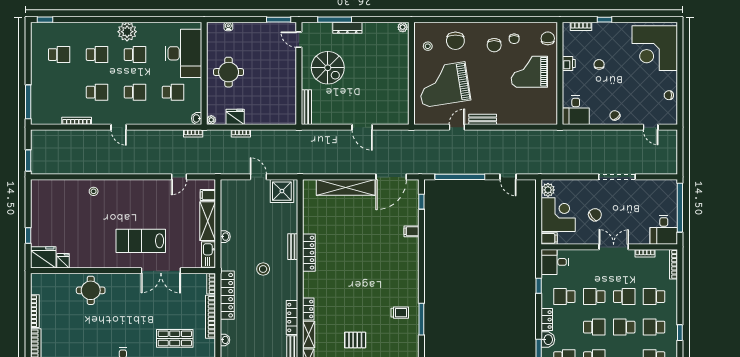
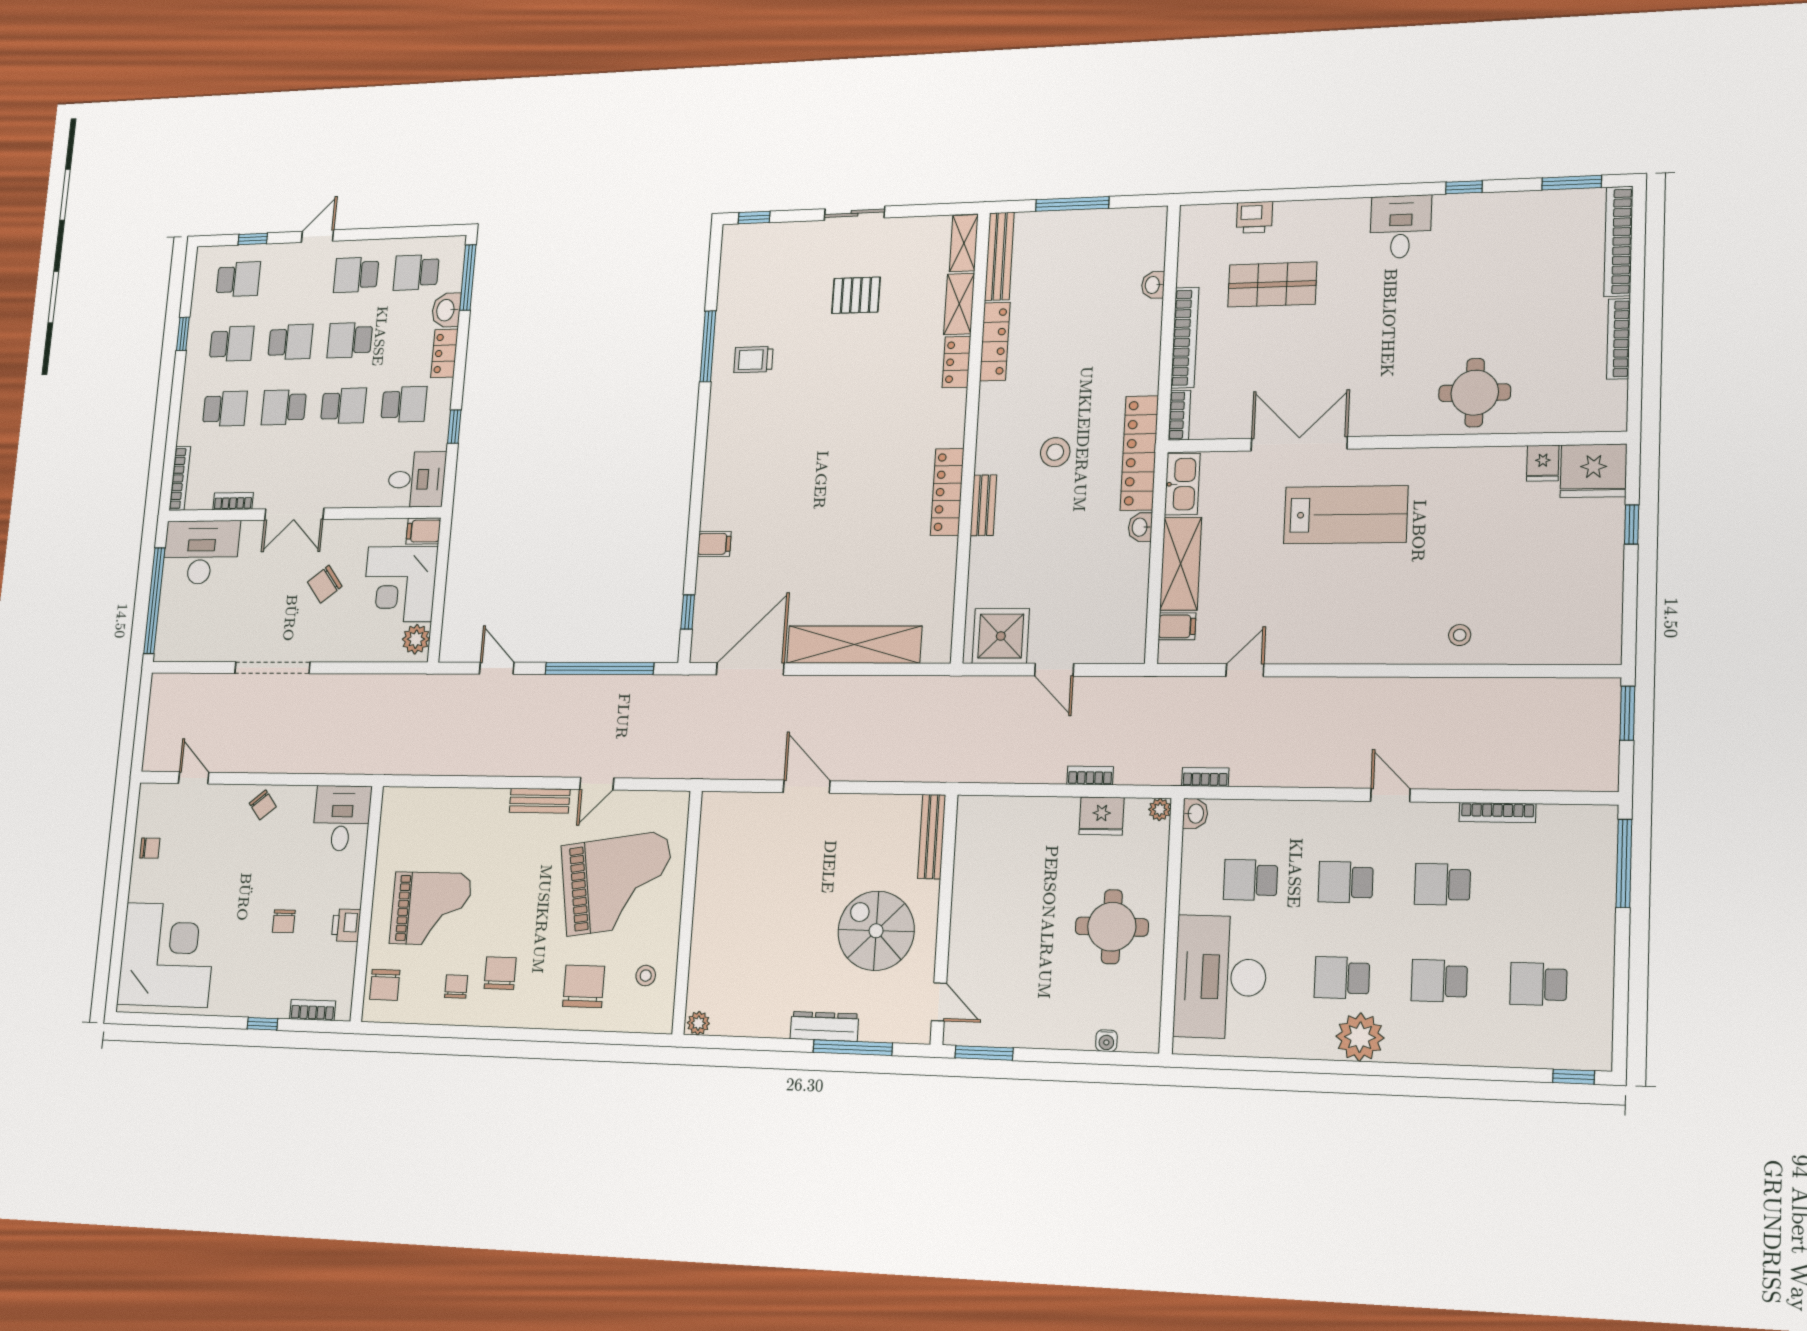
desk: (664, 230) -> (201, 552), width x1.37
locker: (227, 295) -> (1139, 453), moved

